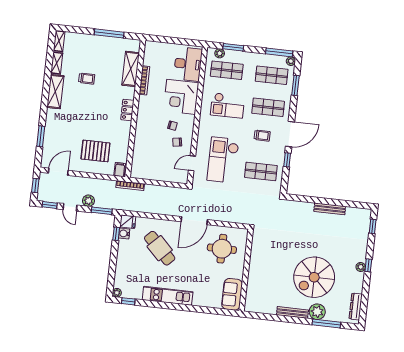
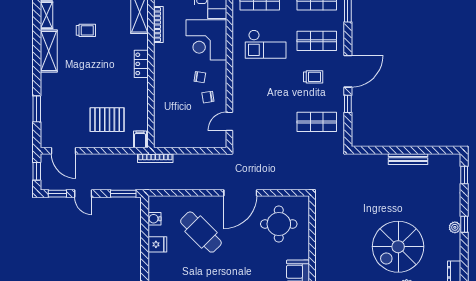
checkout: (223, 160) -> (268, 113), removed
door: (58, 172) -> (64, 151), swing flipped
plant: (88, 201) -> (105, 183), removed
fridge: (128, 222) -> (157, 244), moved
window: (116, 234) -> (145, 220), removed

